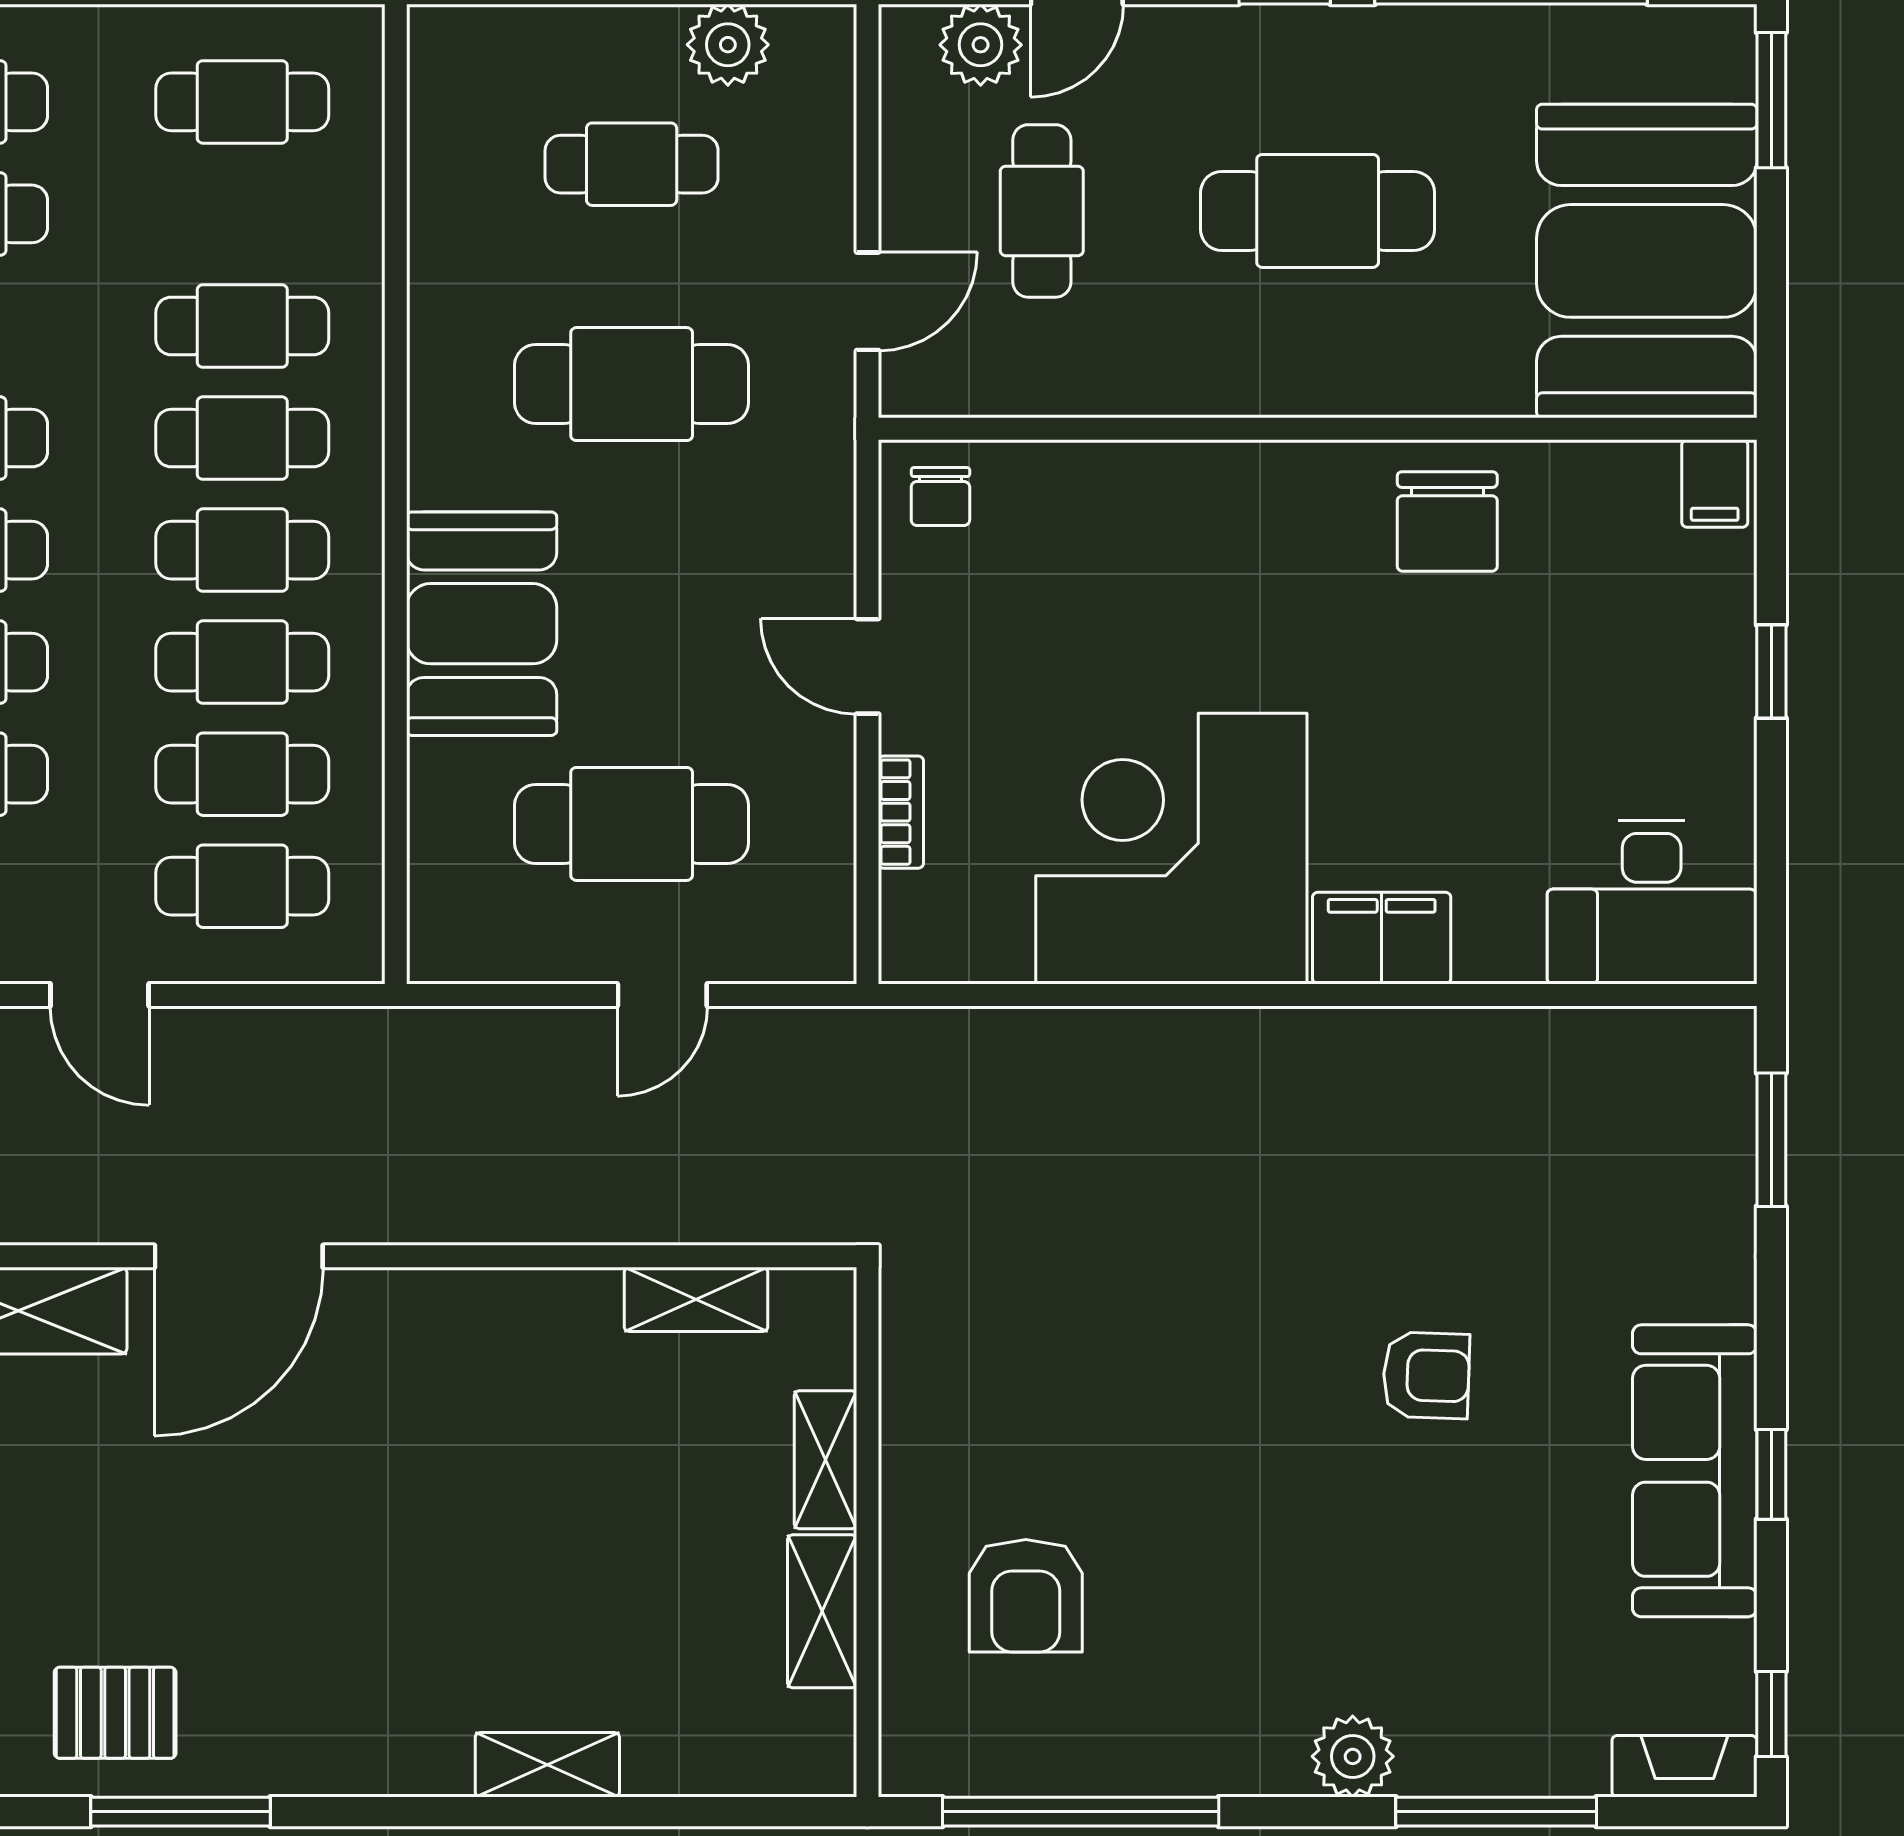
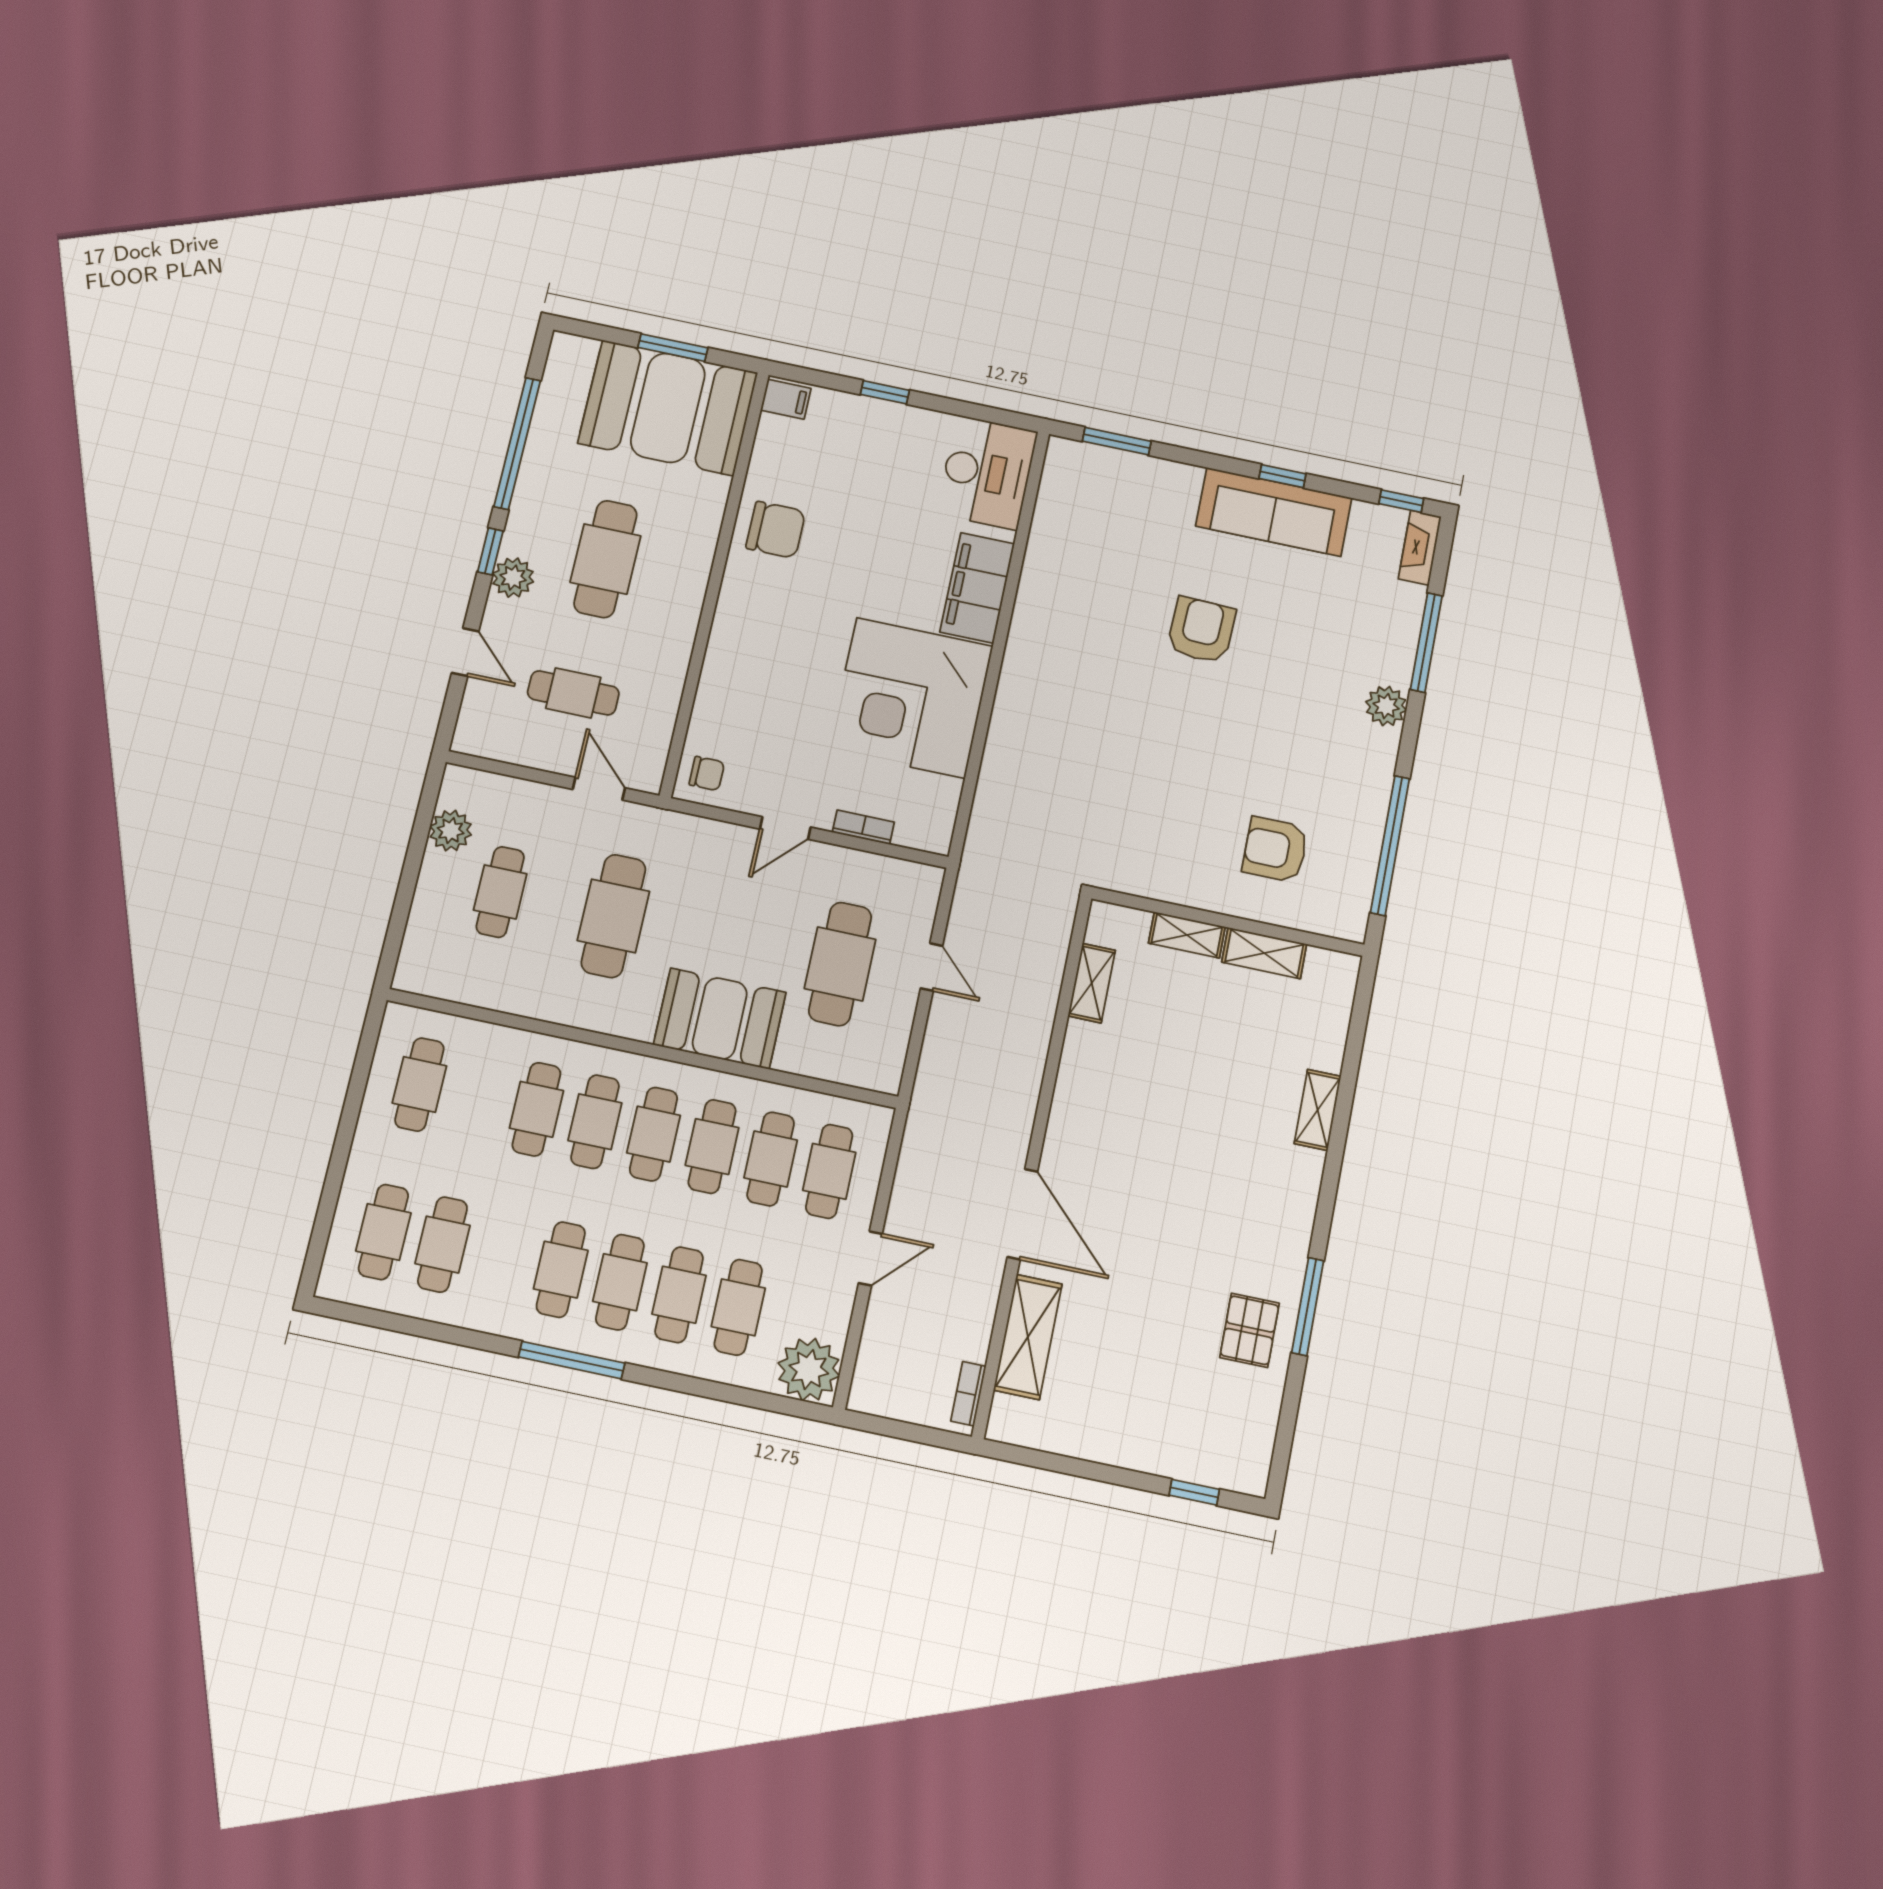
plant: (981, 45) -> (513, 578), moved
window: (1771, 100) -> (673, 348), moved
filing cabinet: (1382, 938) -> (977, 588), width x1.50, depth x1.17
armchair: (1426, 1375) -> (1201, 630), width x1.38, depth x1.38
armchair: (1026, 1596) -> (1275, 850), turned 180

